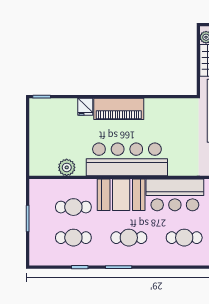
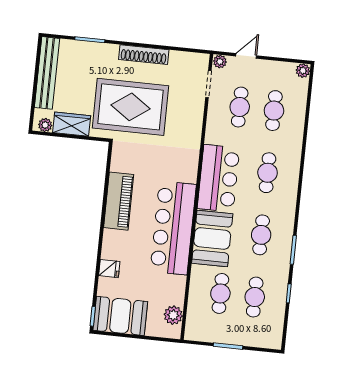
piano: (119, 109) -> (119, 201), moved
booth: (44, 121) -> (120, 316), added
plant: (67, 167) -> (173, 315), moved

